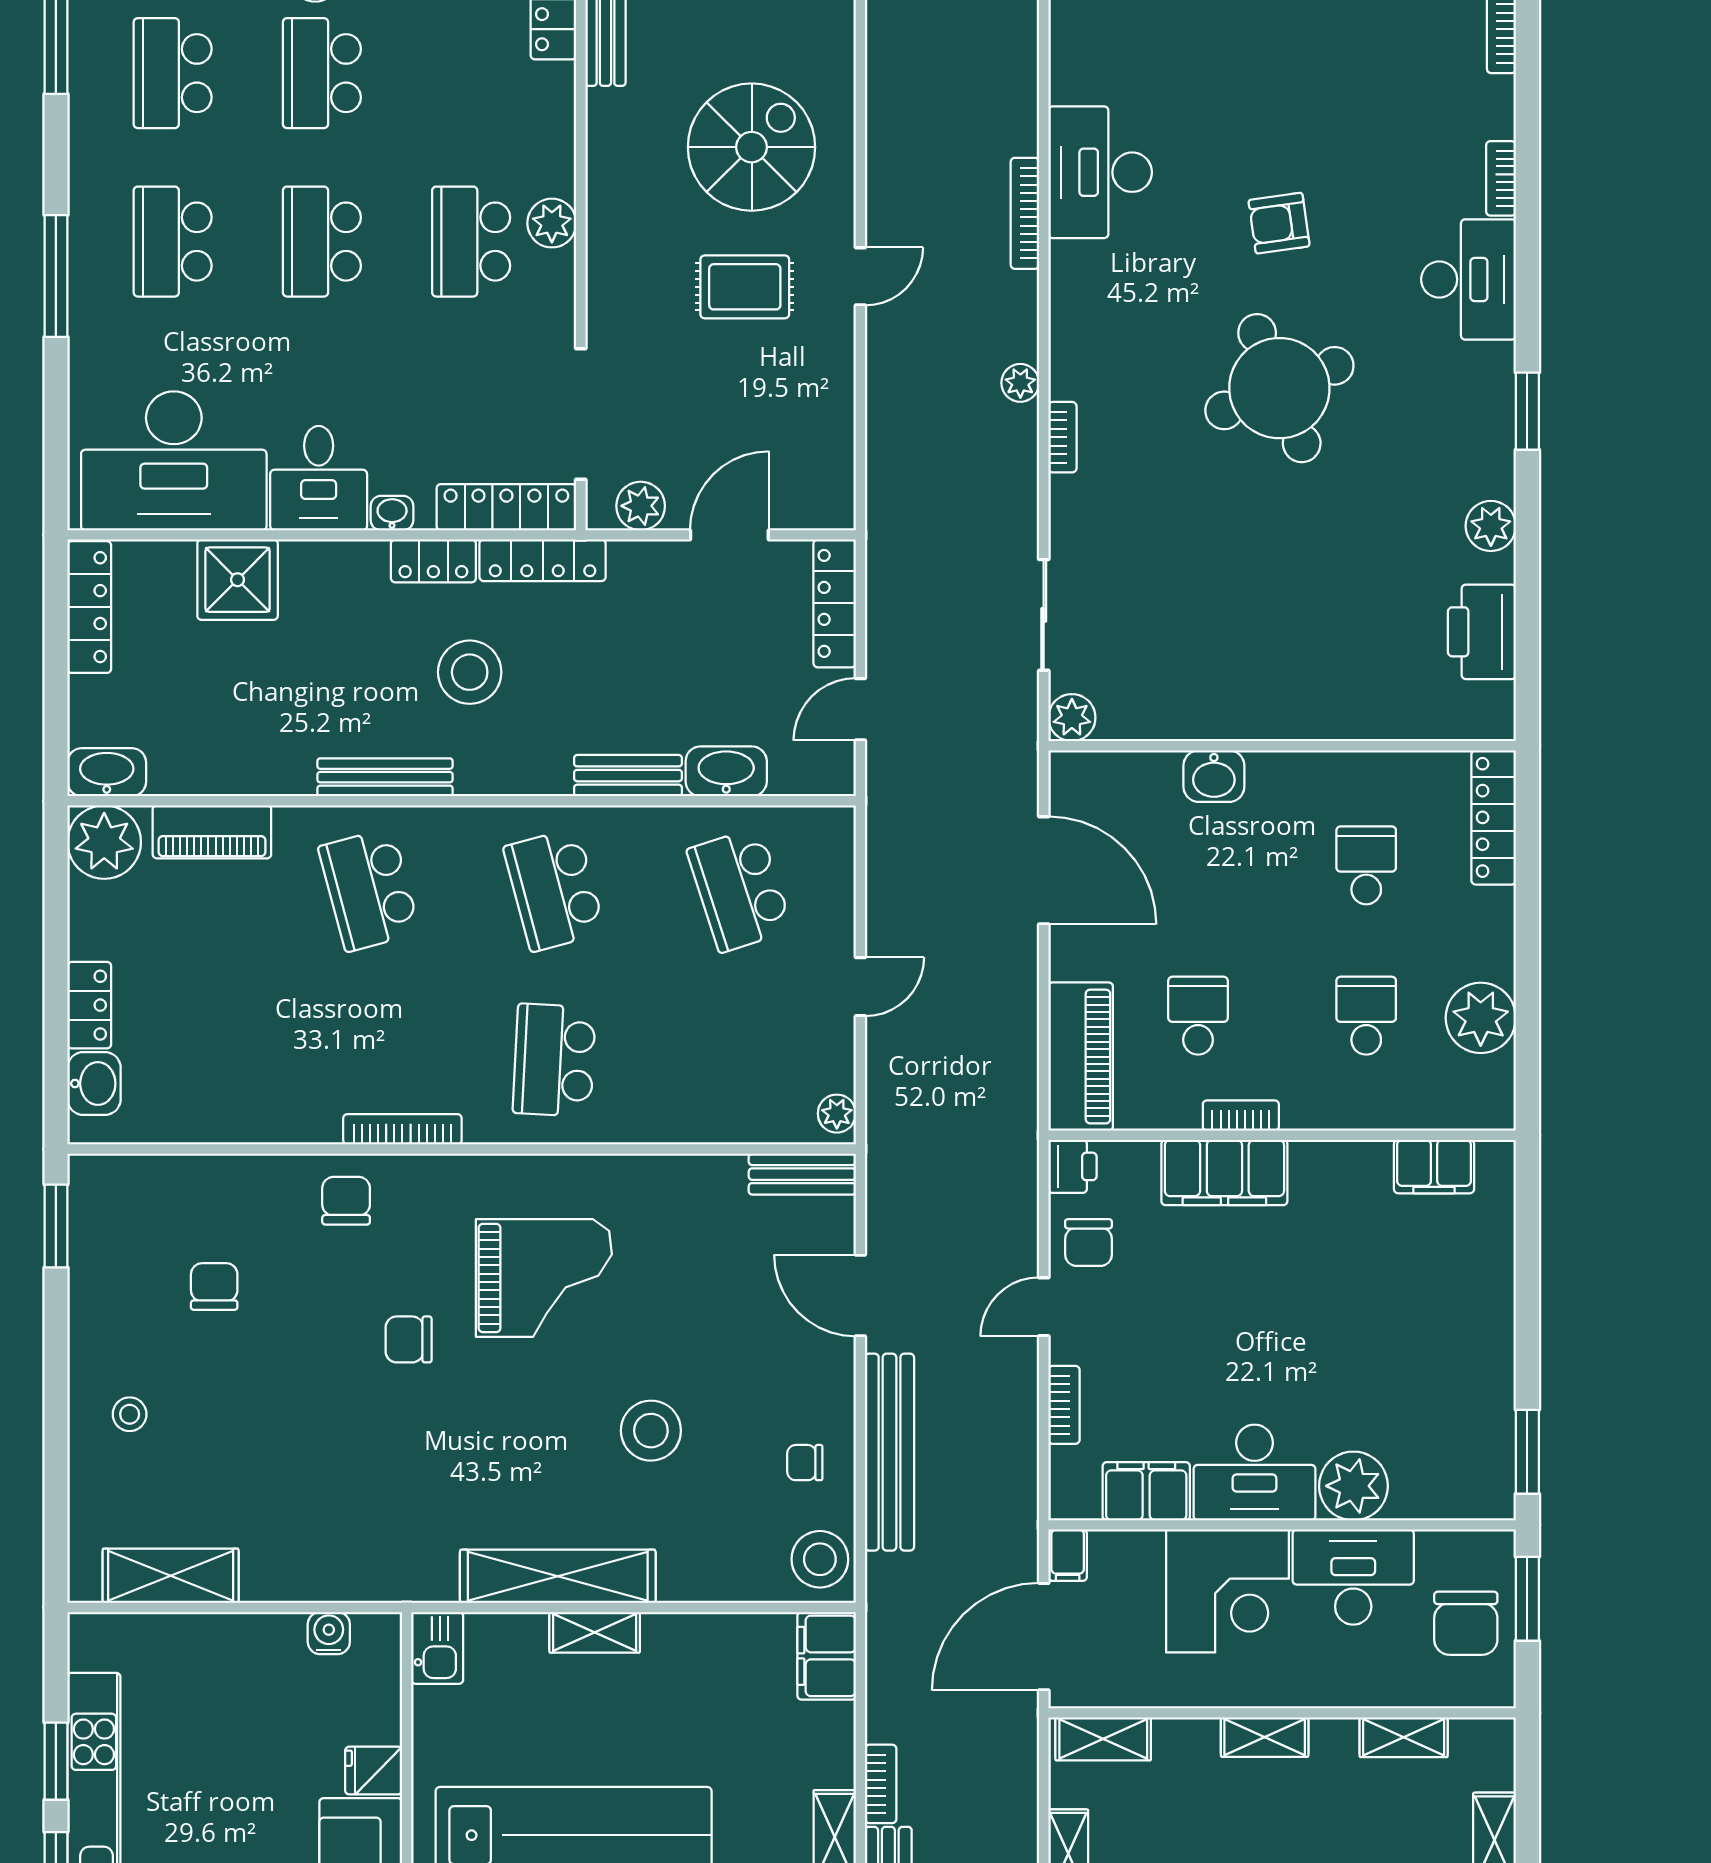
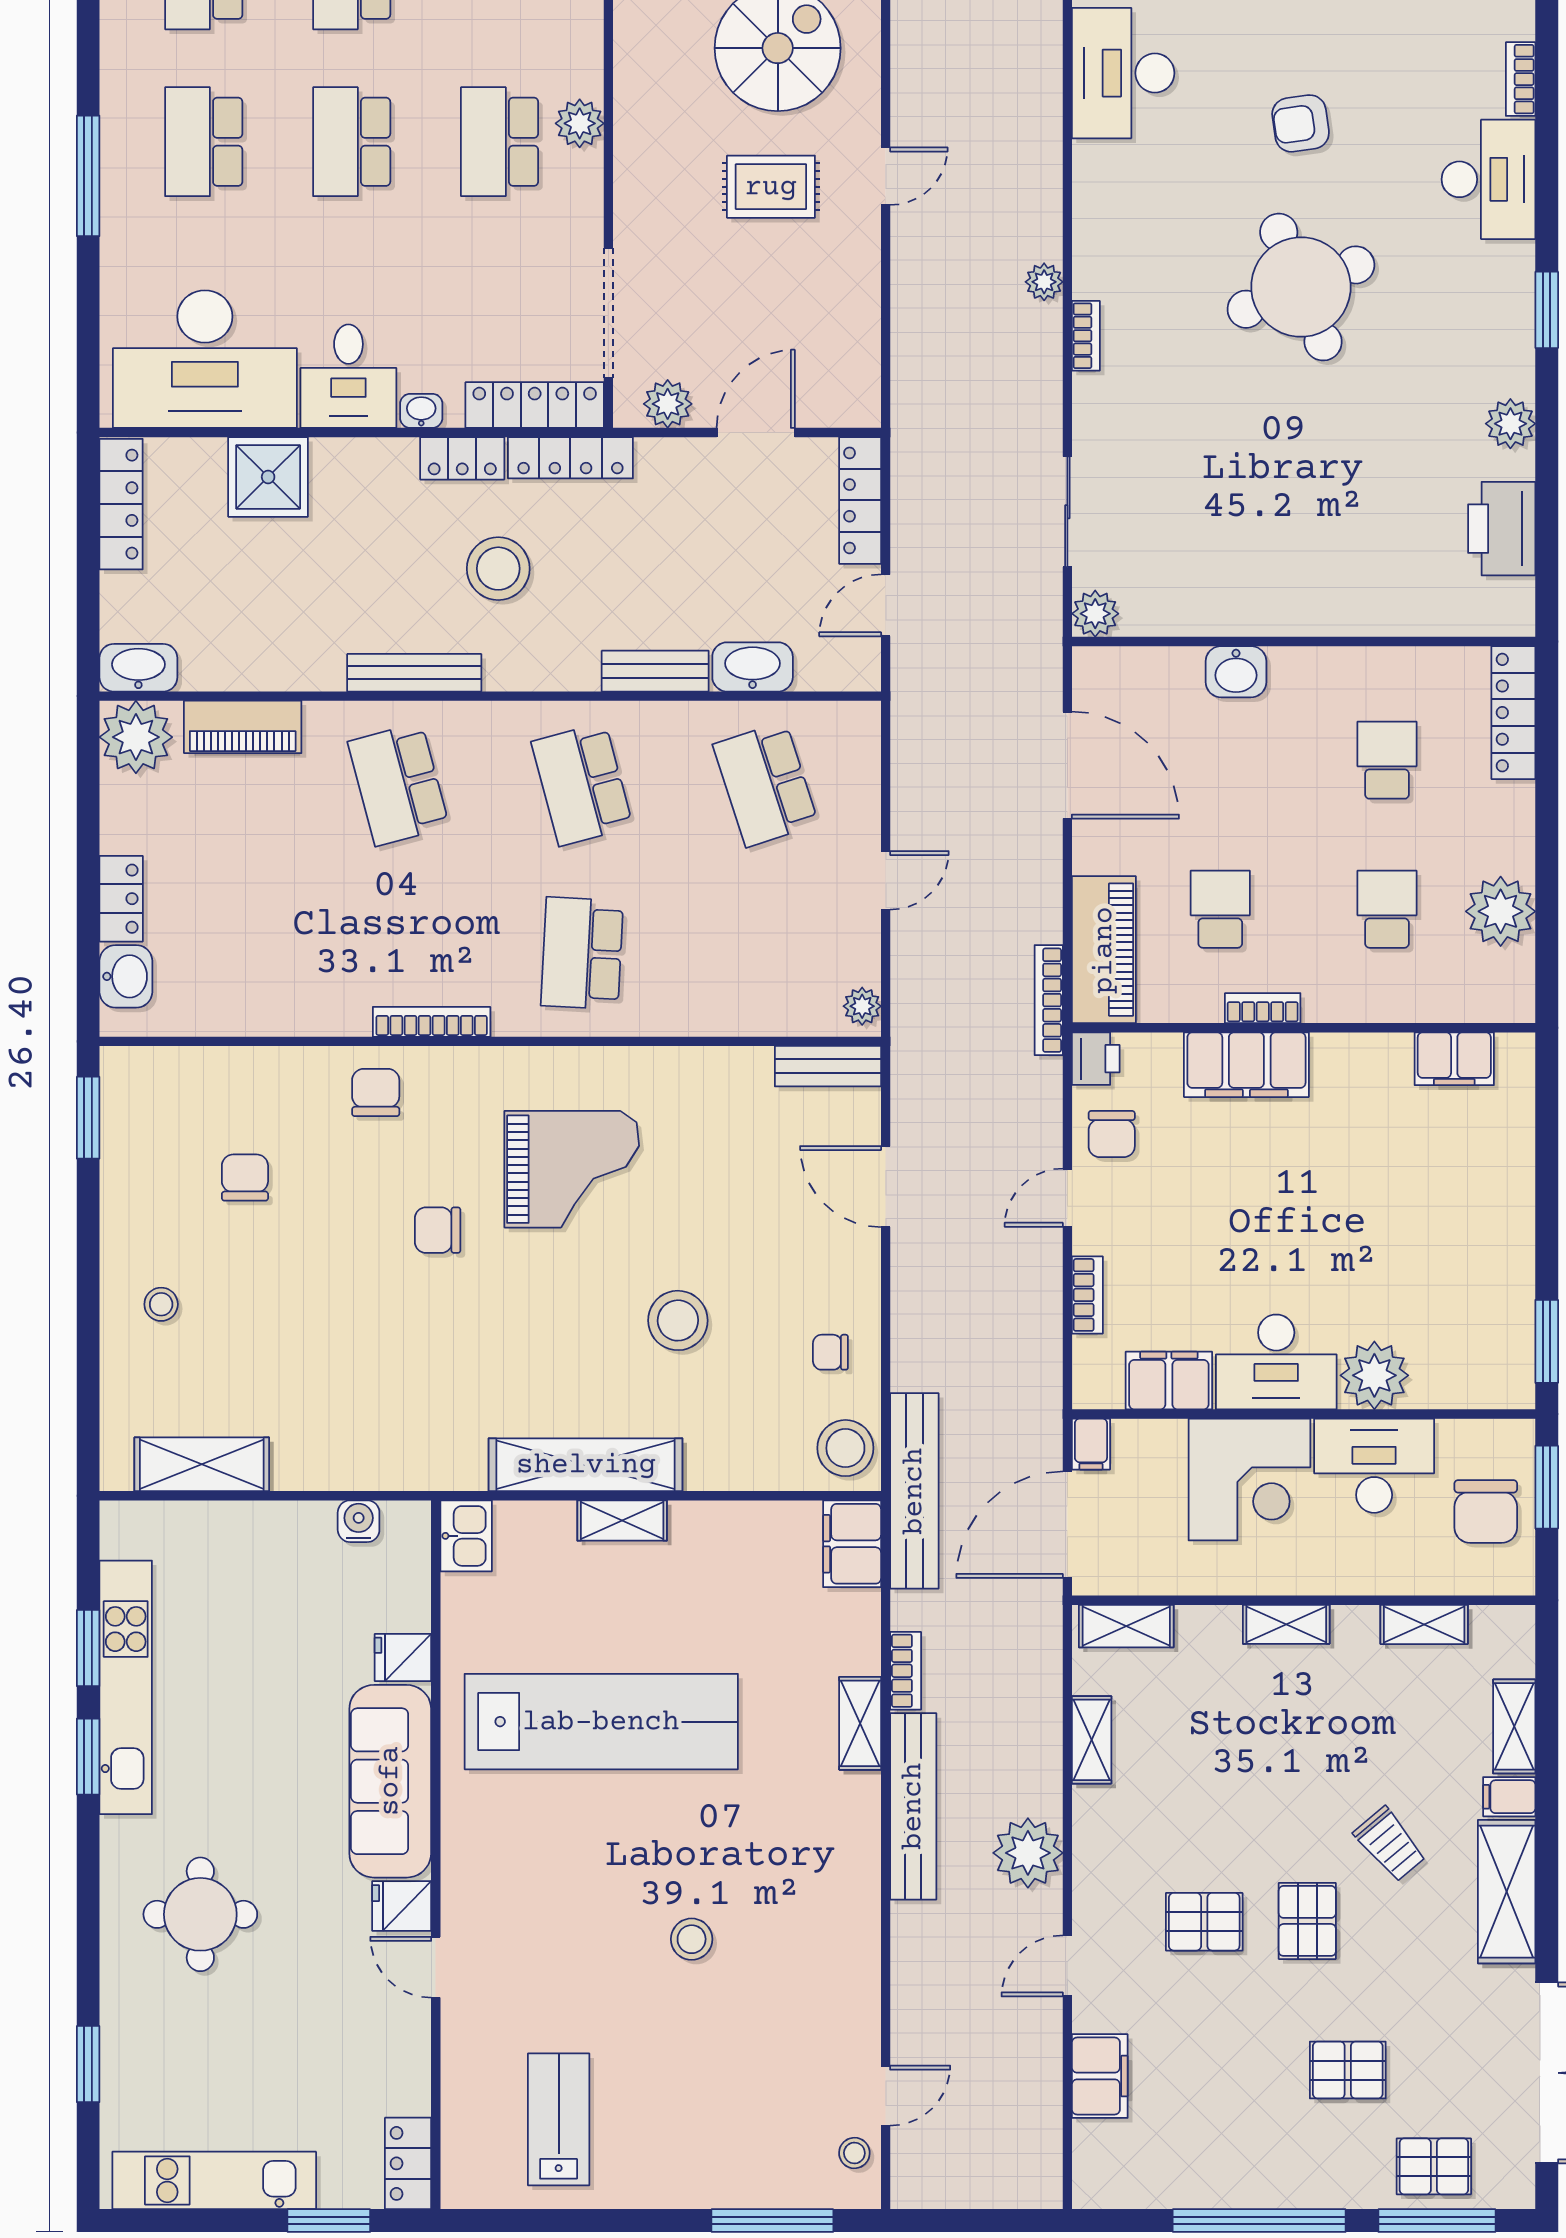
bookcase: (1025, 213) -> (1049, 1000), moved
bench: (890, 1452) -> (914, 1491), moved

